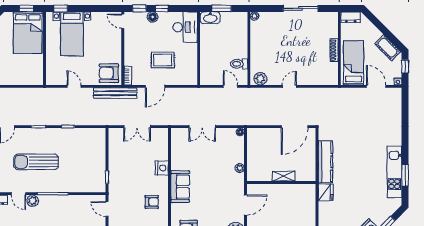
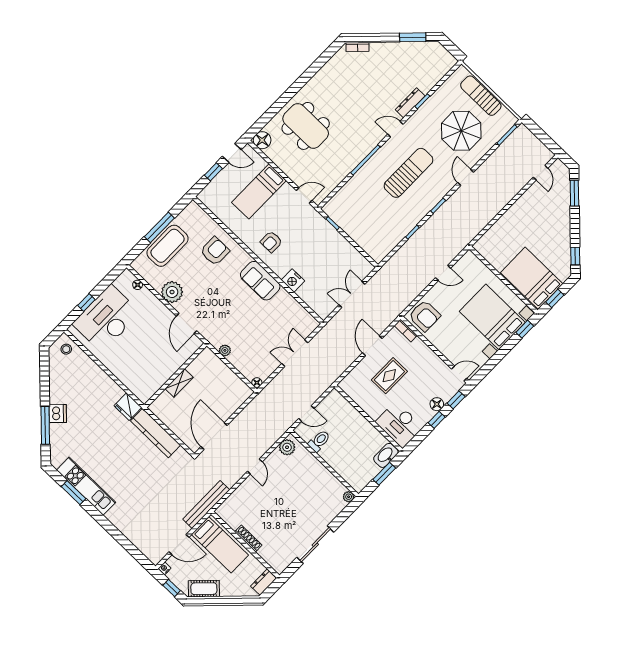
bed with nightstands: (72, 34) -> (492, 317), width x1.36
armchair: (109, 73) -> (425, 316), turned 90
bench: (115, 93) -> (206, 504), moved
plant: (33, 201) -> (377, 136), removed

